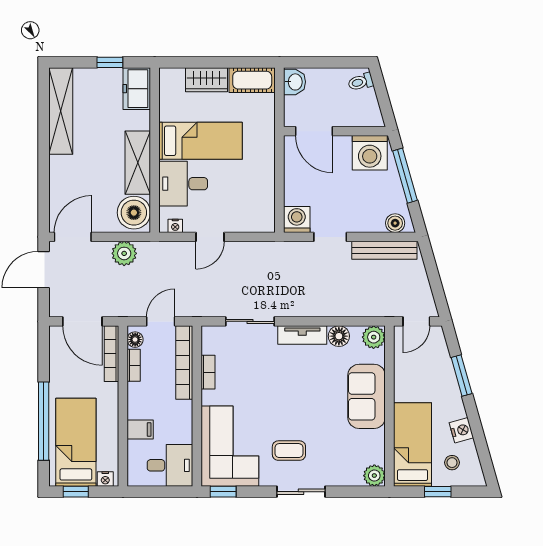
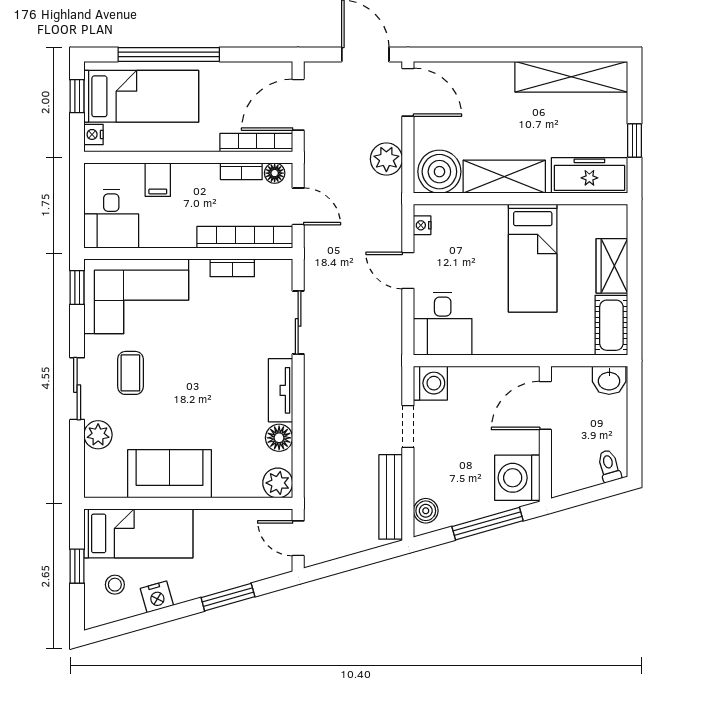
freezer: (137, 89) -> (589, 175), width x1.40
desk: (183, 184) -> (443, 324), moved, turned 180
sofa: (367, 396) -> (169, 474), moved
plant: (374, 476) -> (98, 435), moved

